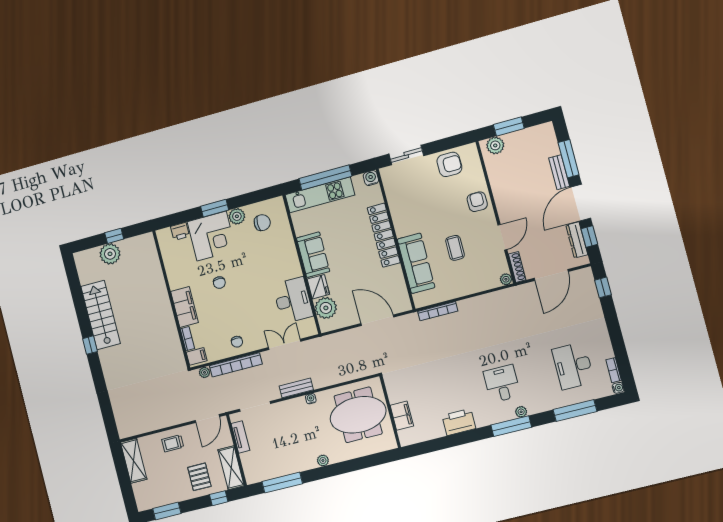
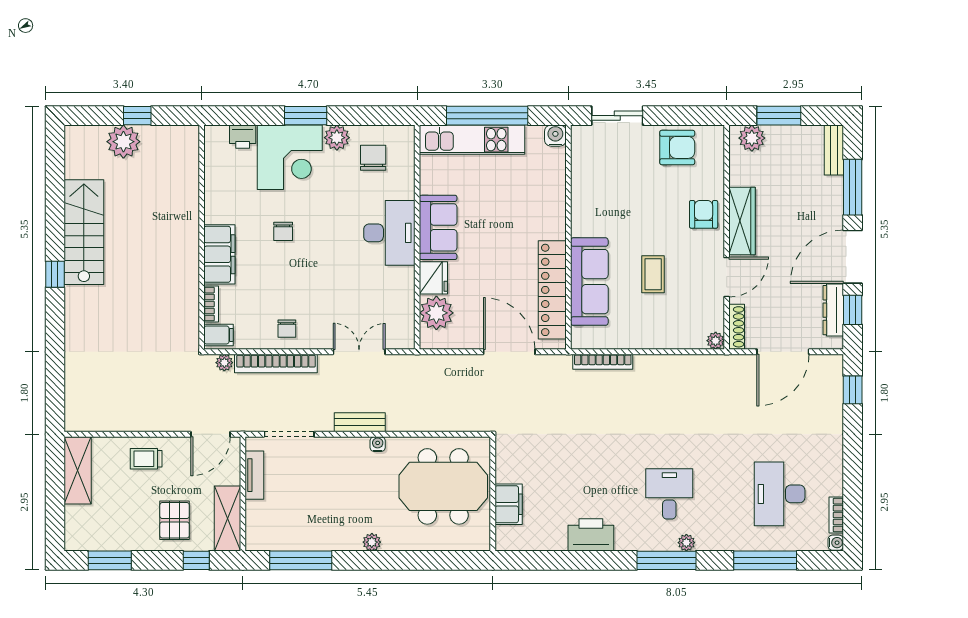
bench: (559, 172) -> (834, 150), moved
wardrobe: (503, 199) -> (742, 221), added
chair: (262, 223) -> (373, 158), turned -90
locker: (384, 235) -> (552, 290), moved
desk: (293, 300) -> (389, 233), moved

